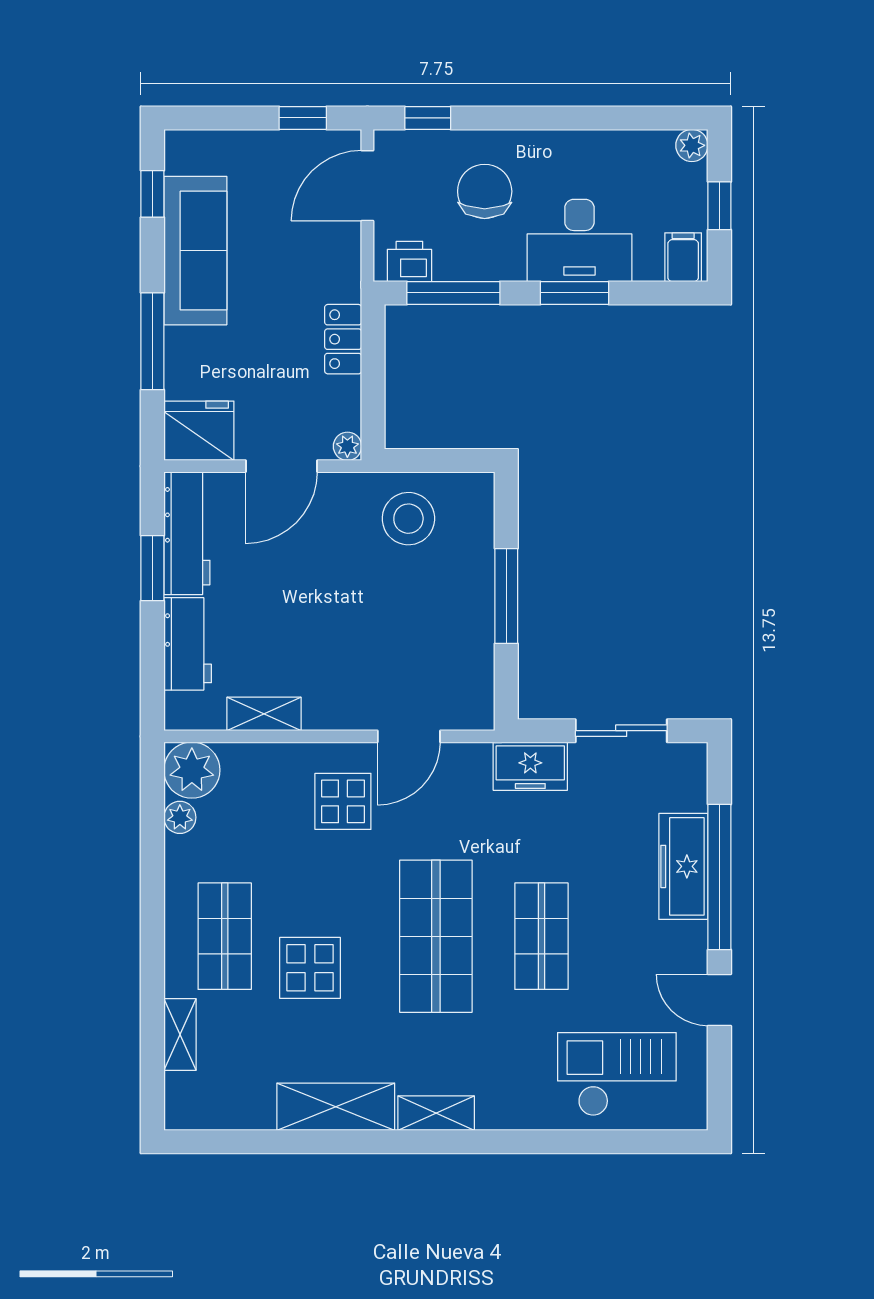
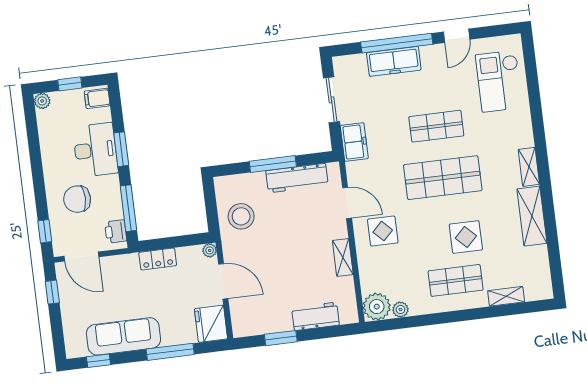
workbench: (187, 533) -> (297, 178), moved, turned 180
shelving: (264, 714) -> (343, 258), moved

